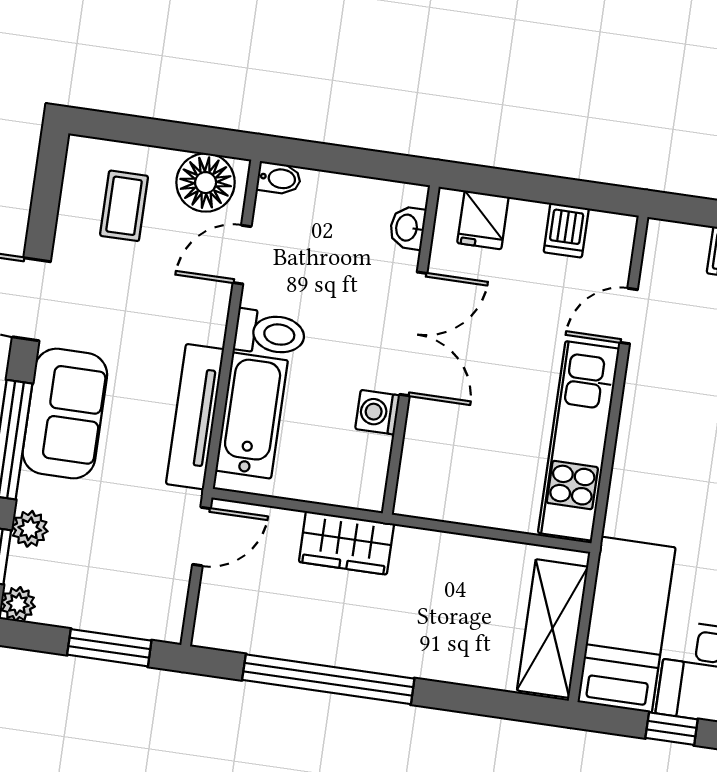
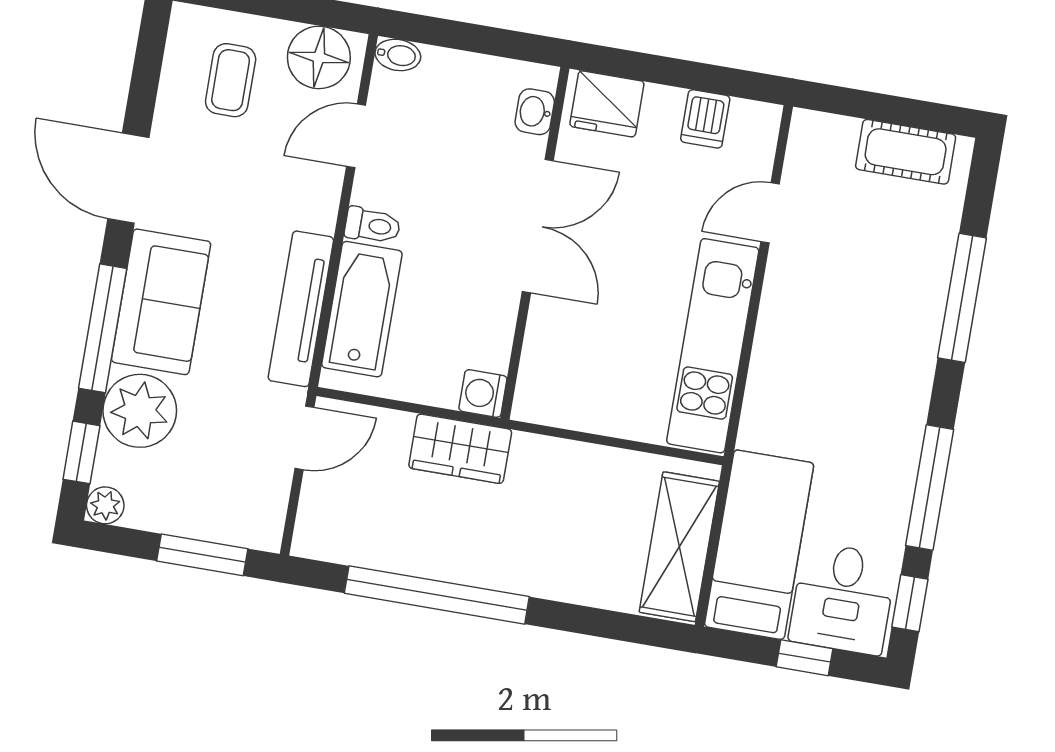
fridge: (483, 220) -> (607, 104), width x1.38
toilet: (270, 333) -> (373, 225), width x0.73, depth x0.72
washing machine: (378, 412) -> (483, 393), moved
plant: (30, 529) -> (140, 411), width x1.87, depth x1.87

